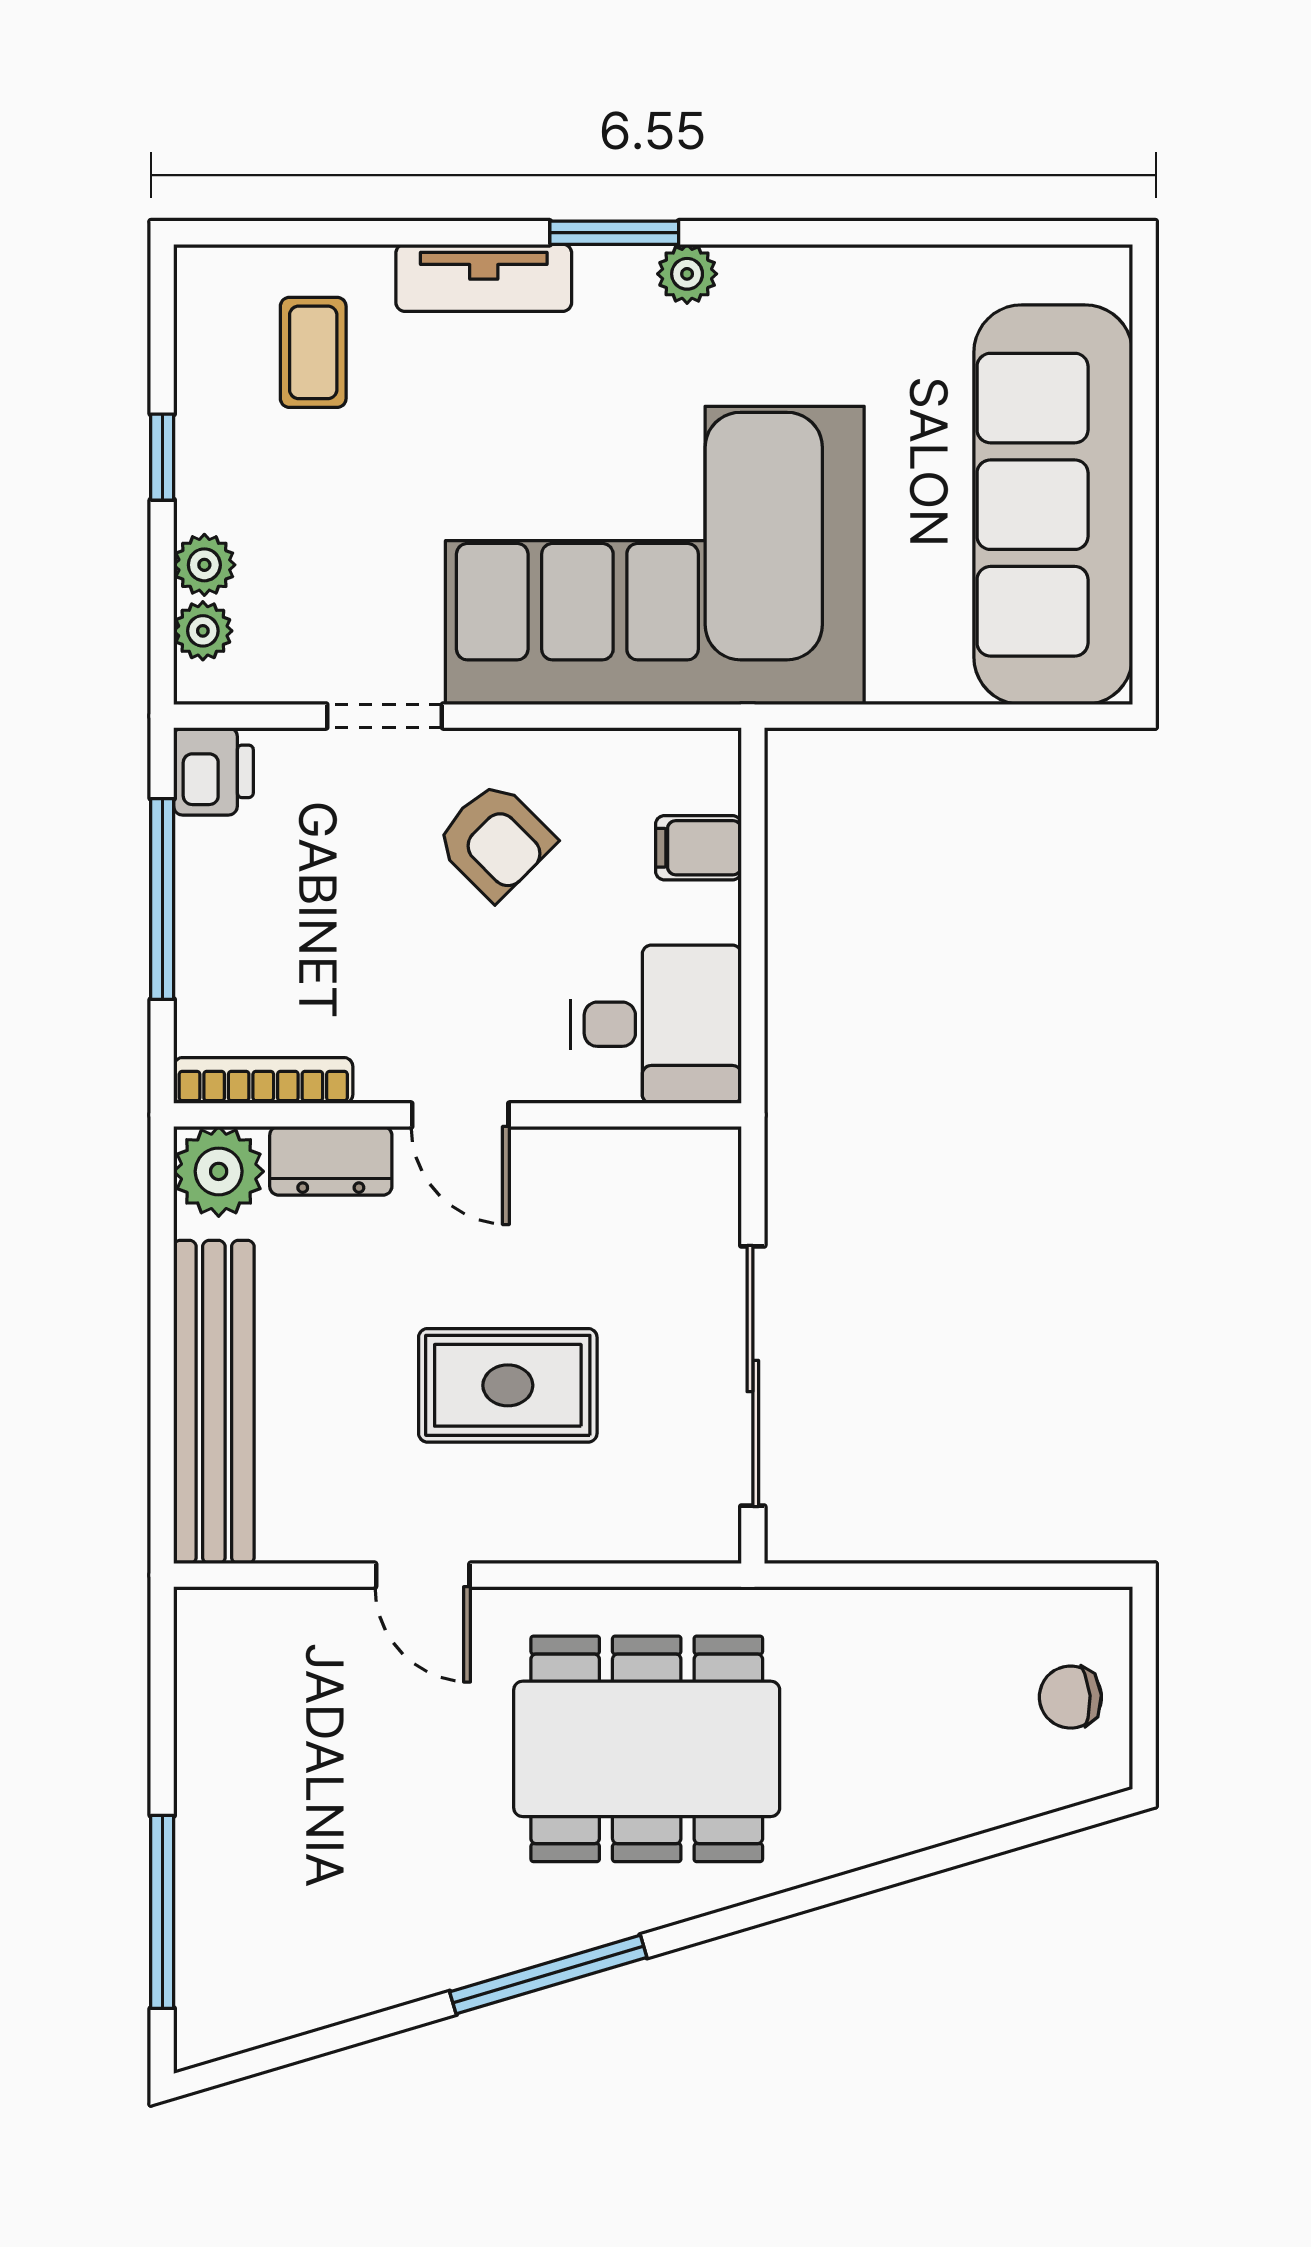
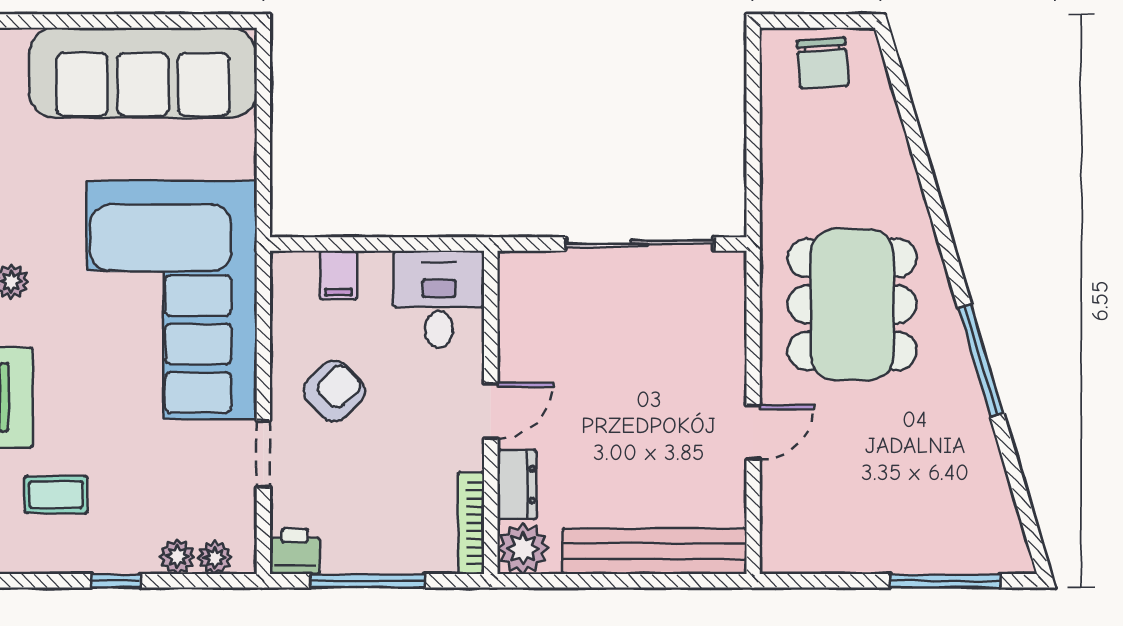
rug: (508, 1385) -> (645, 384), removed
chair: (1070, 1697) -> (823, 63), width x1.37, depth x1.37

